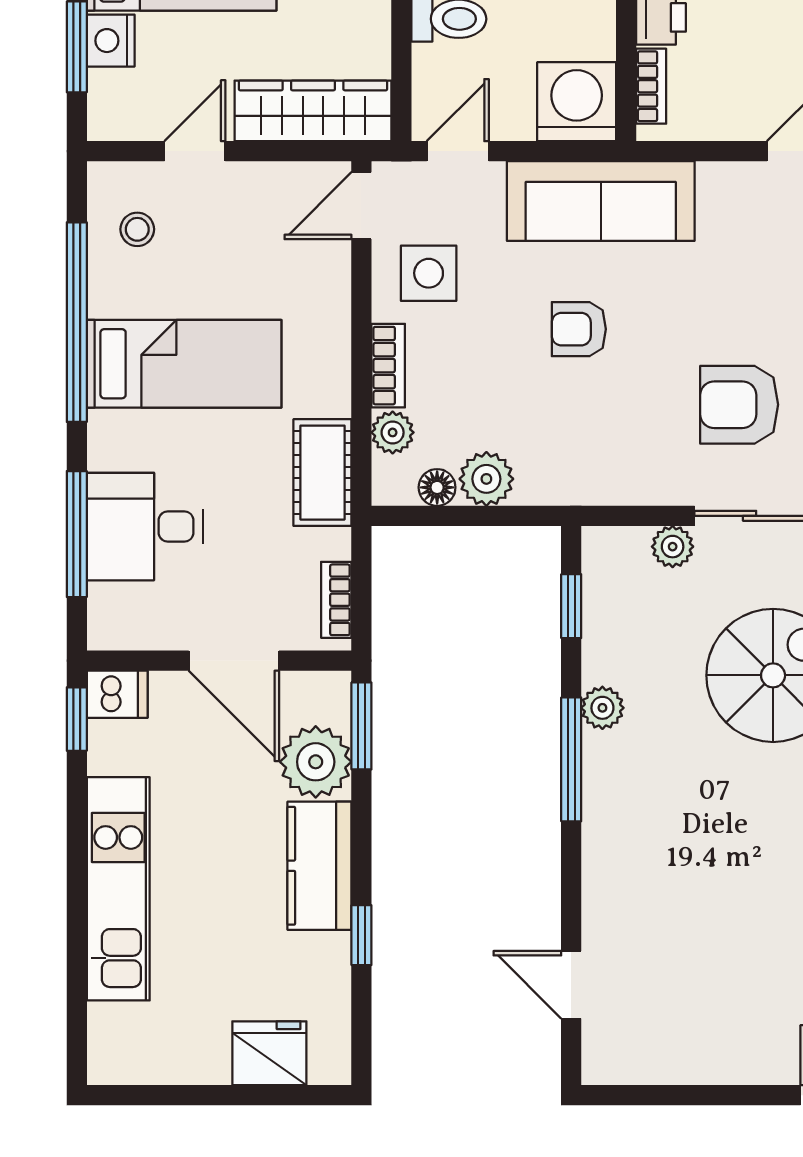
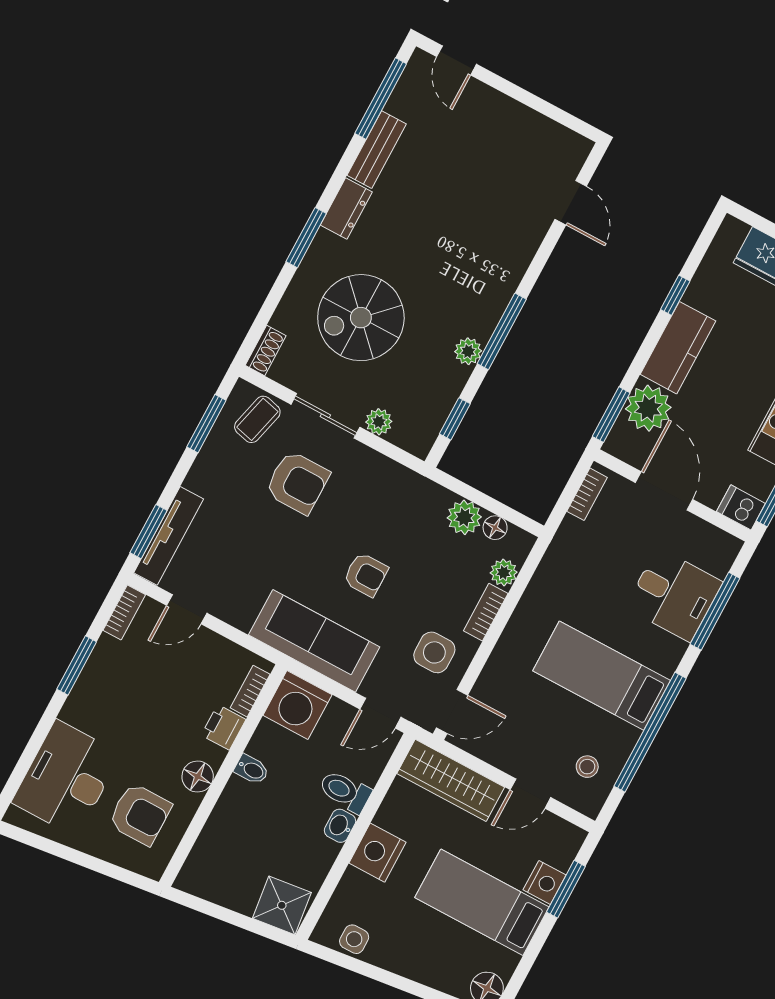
cot: (322, 473) -> (556, 571), removed

